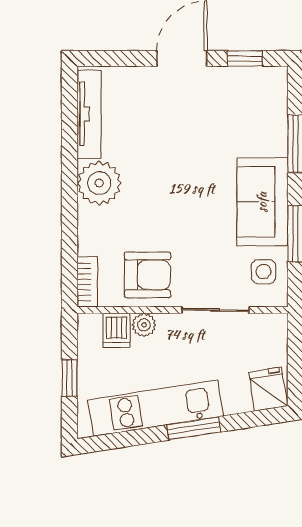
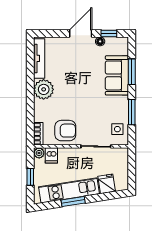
floor lamp: (225, 76) -> (100, 41), added
sofa: (262, 202) -> (117, 75), moved
plant: (144, 325) -> (39, 153), moved
fridge: (268, 389) -> (107, 184), moved
window: (194, 428) -> (73, 202), moved

